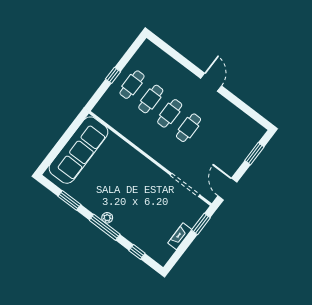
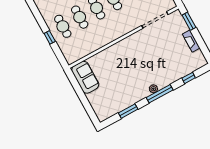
sofa: (78, 150) -> (85, 77), width x0.54, depth x0.79

